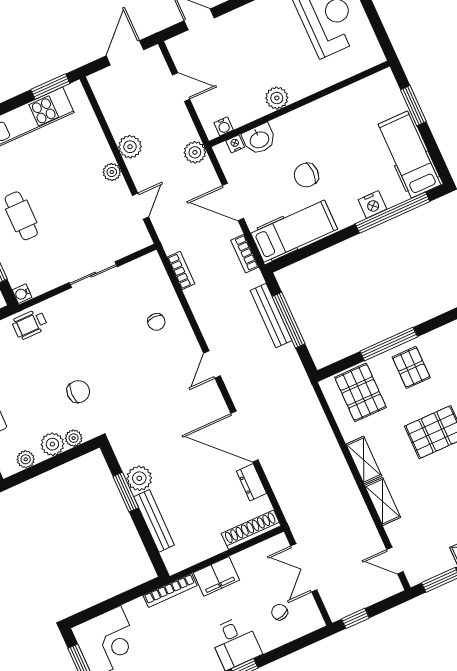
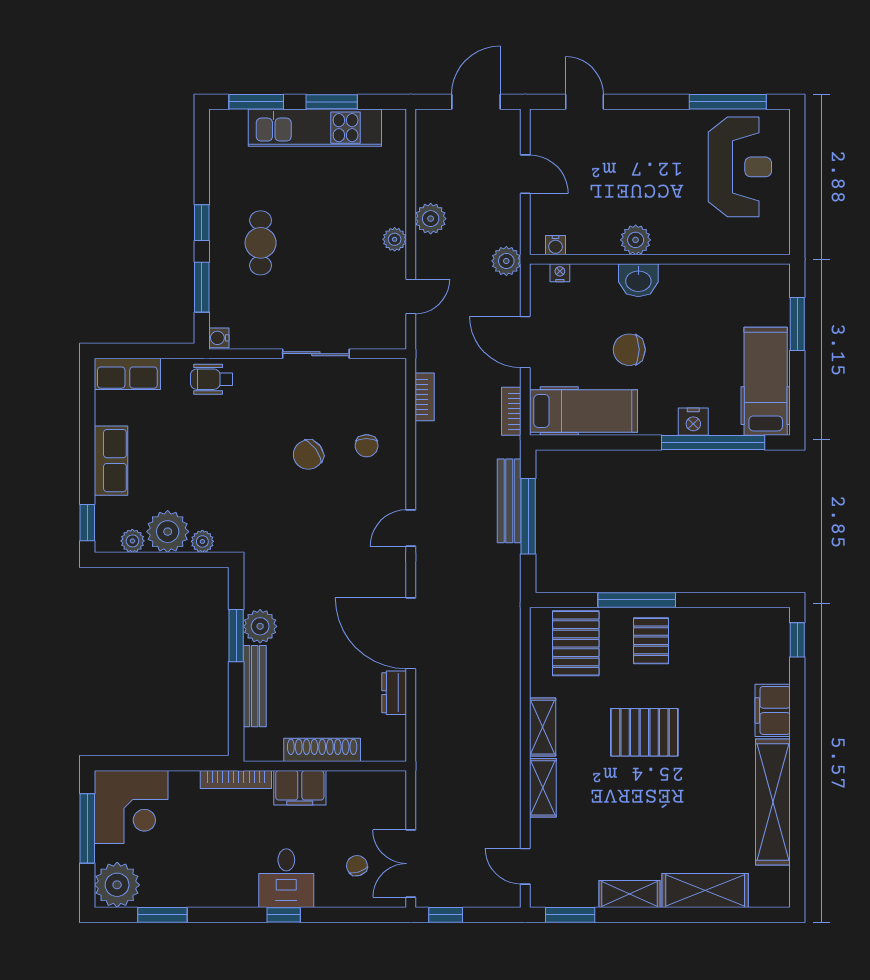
window: (50, 87) -> (332, 102), moved
washbasin: (259, 139) -> (638, 280), moved
chair: (78, 392) -> (308, 455), moved, turned 144
plant: (52, 444) -> (168, 532), width x1.36, depth x1.36
shoe rack: (251, 530) -> (322, 750), moved
double door: (304, 568) -> (411, 864), moved

